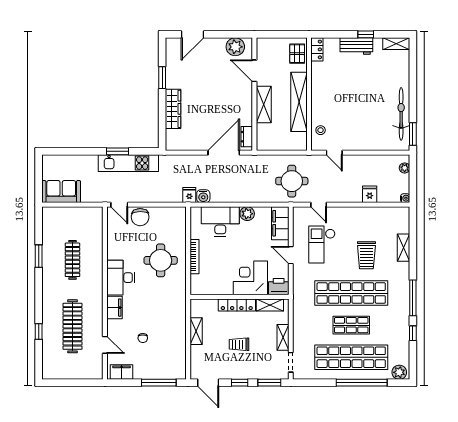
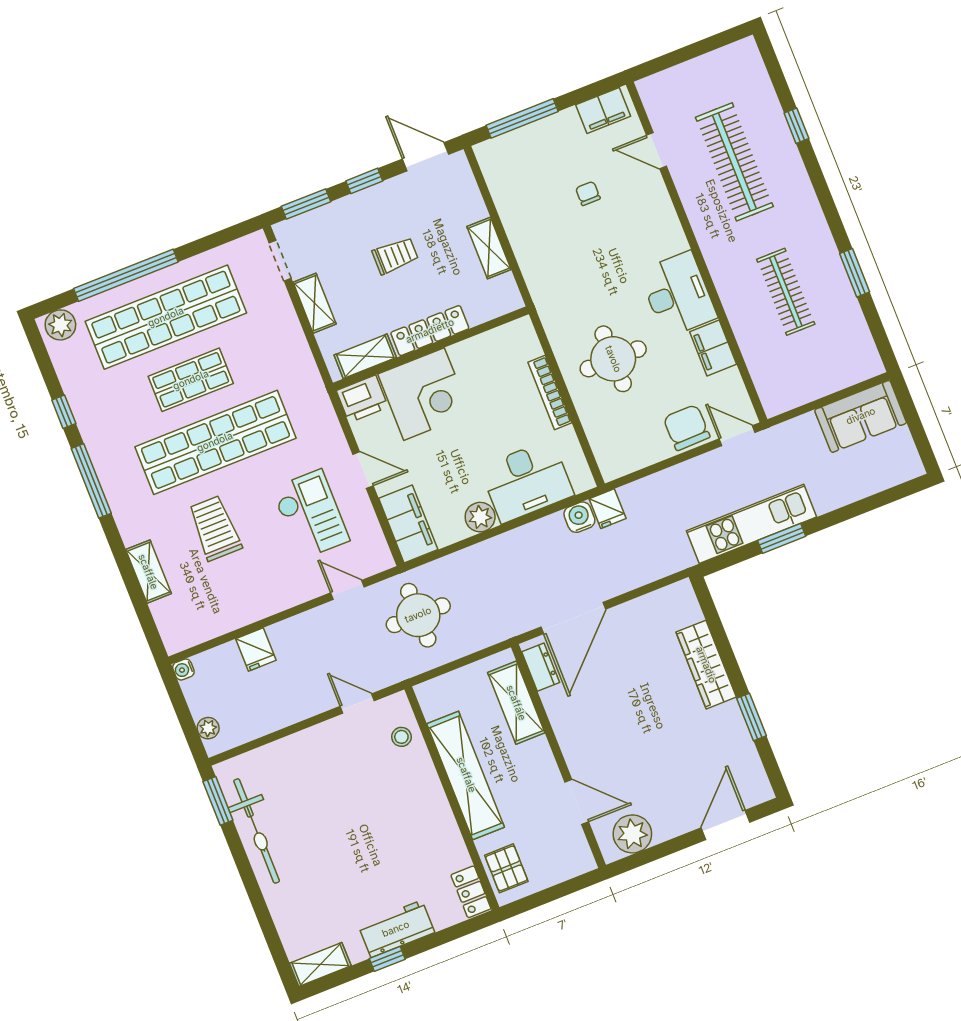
shelving: (264, 104) -> (516, 703), moved
filing cabinet: (114, 308) -> (713, 348), moved

